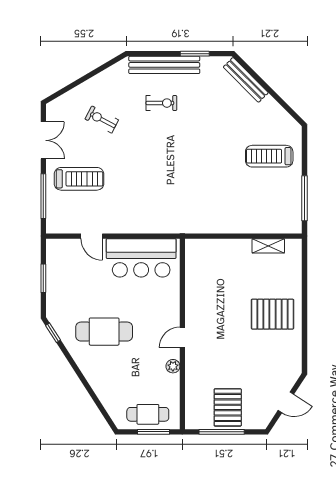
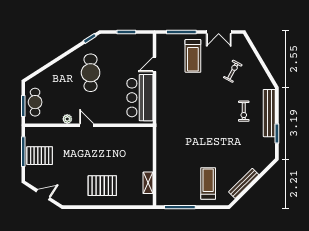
bench: (246, 80) -> (244, 183), moved
pallet: (272, 314) -> (102, 186), turned 90
door: (286, 402) -> (43, 195), swing flipped

